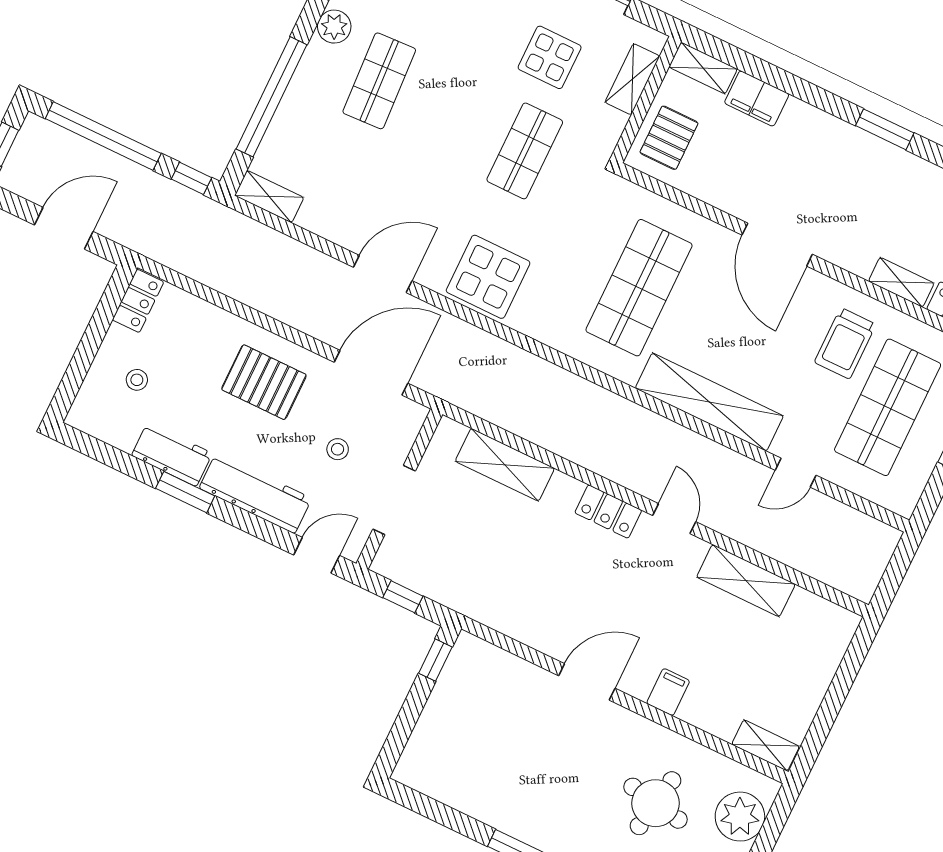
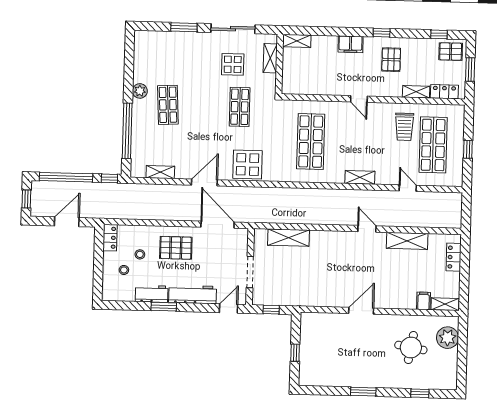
filing cabinet: (757, 99) -> (350, 44), moved
window: (885, 129) -> (382, 33), width x0.67
pallet: (669, 138) -> (391, 60), moved
shelving: (269, 197) -> (160, 172), moved
door: (777, 245) -> (359, 99), width x0.53
door: (371, 373) -> (218, 225), hinge flipped
shelving: (709, 402) -> (360, 177), width x0.45, depth x0.75
stool: (338, 449) -> (140, 254), moved
door: (796, 473) -> (408, 188), swing flipped
locker: (608, 512) -> (454, 257), moved, turned 90
window: (435, 660) -> (295, 353), moved
filing cabinet: (668, 692) -> (424, 301), moved

